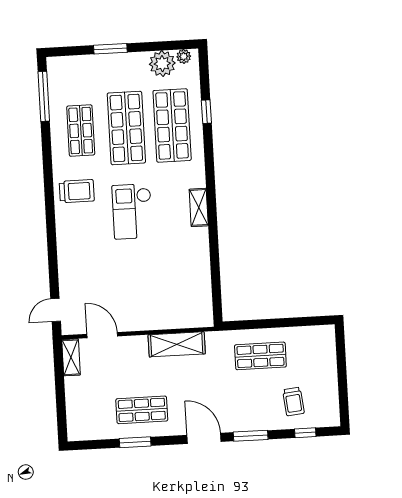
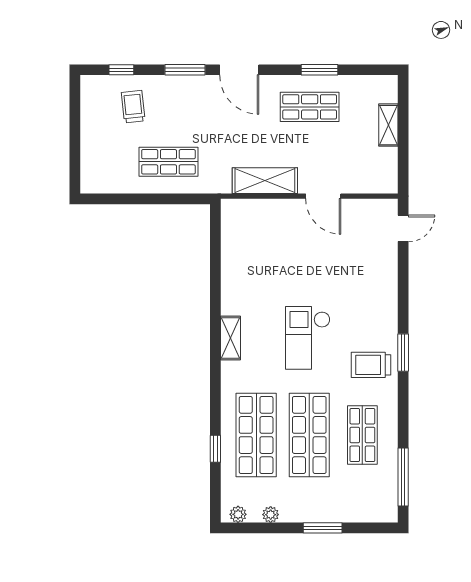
plant: (162, 64) -> (271, 515), width x0.53, depth x0.53
window: (50, 203) -> (403, 353), added
checkout: (132, 211) -> (308, 338), turned 180
door: (102, 335) -> (323, 196), moved
shelving: (71, 357) -> (388, 125), moved

